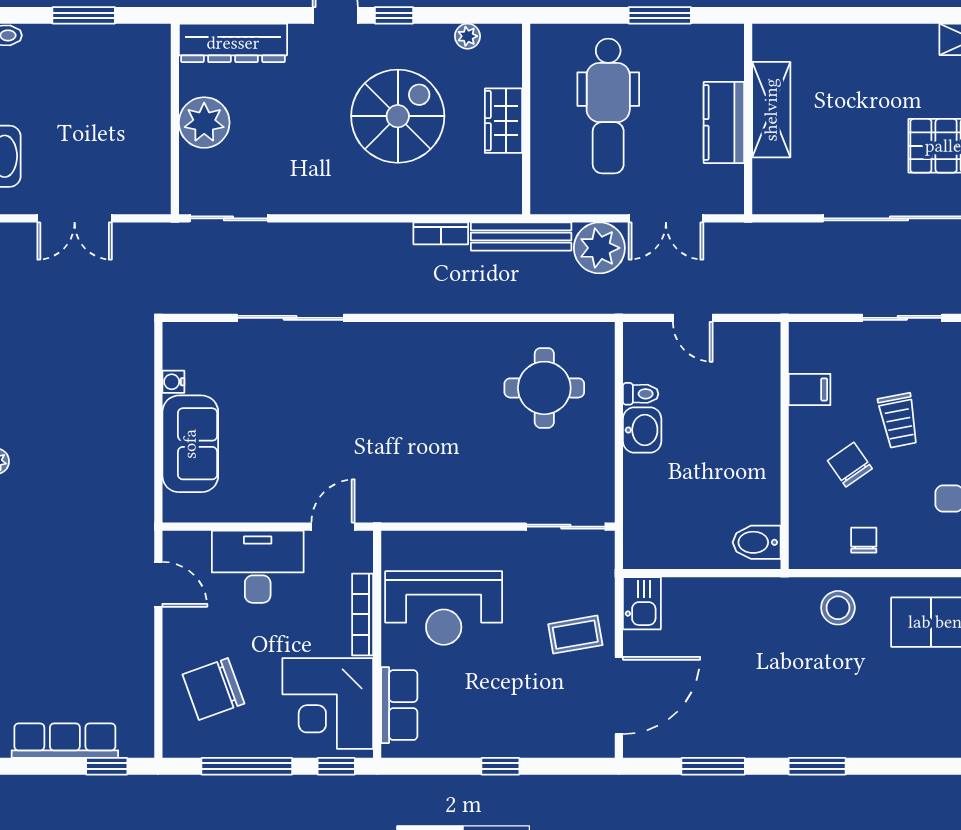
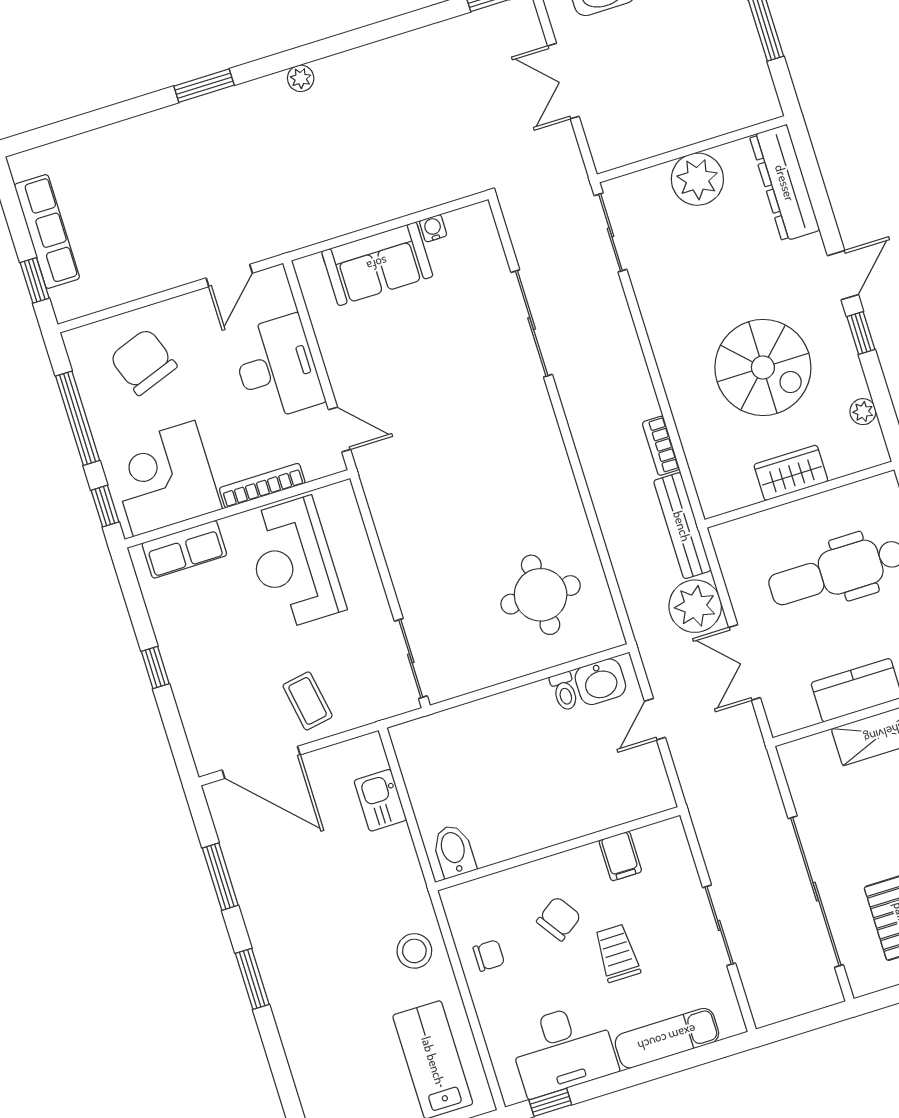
trolley: (899, 420) -> (617, 953), turned 101
washbasin: (642, 430) -> (600, 682), moved
kitchen sink: (642, 603) -> (380, 800), moved, turned 90

